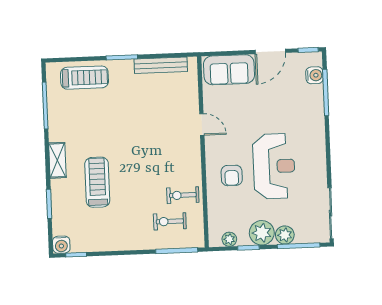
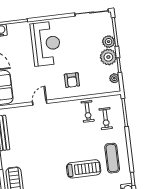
reception desk: (274, 166) -> (46, 44), moved, turned 90
armchair: (232, 175) -> (72, 80), turned 90
treadmill: (97, 182) -> (84, 169), turned 180
exercise mat: (110, 226) -> (112, 158), added

